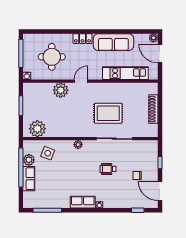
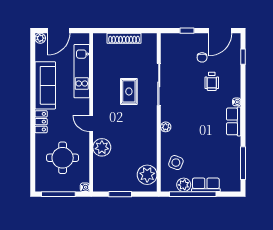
rug: (108, 113) -> (129, 91), width x0.73, depth x0.70
wheelchair: (108, 169) -> (212, 81), moved

